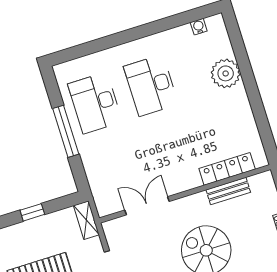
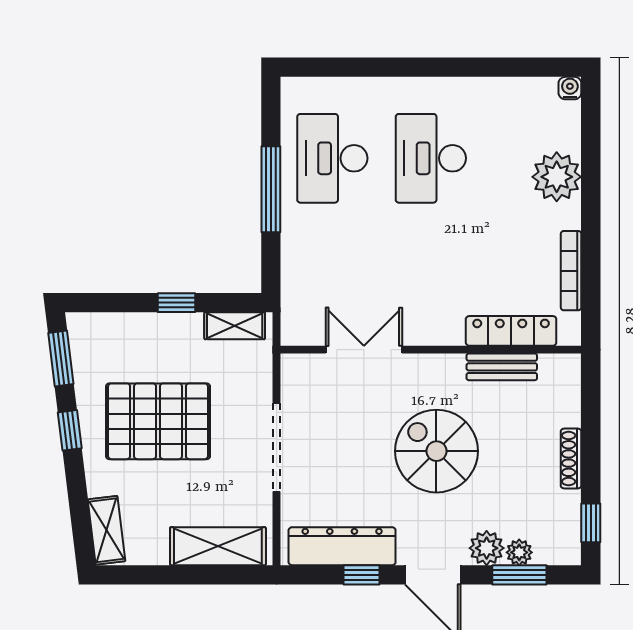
water cooler: (199, 27) -> (570, 88), moved
bookcase: (250, 124) -> (571, 271), added
shelving: (86, 220) -> (235, 326), moved, turned 90

